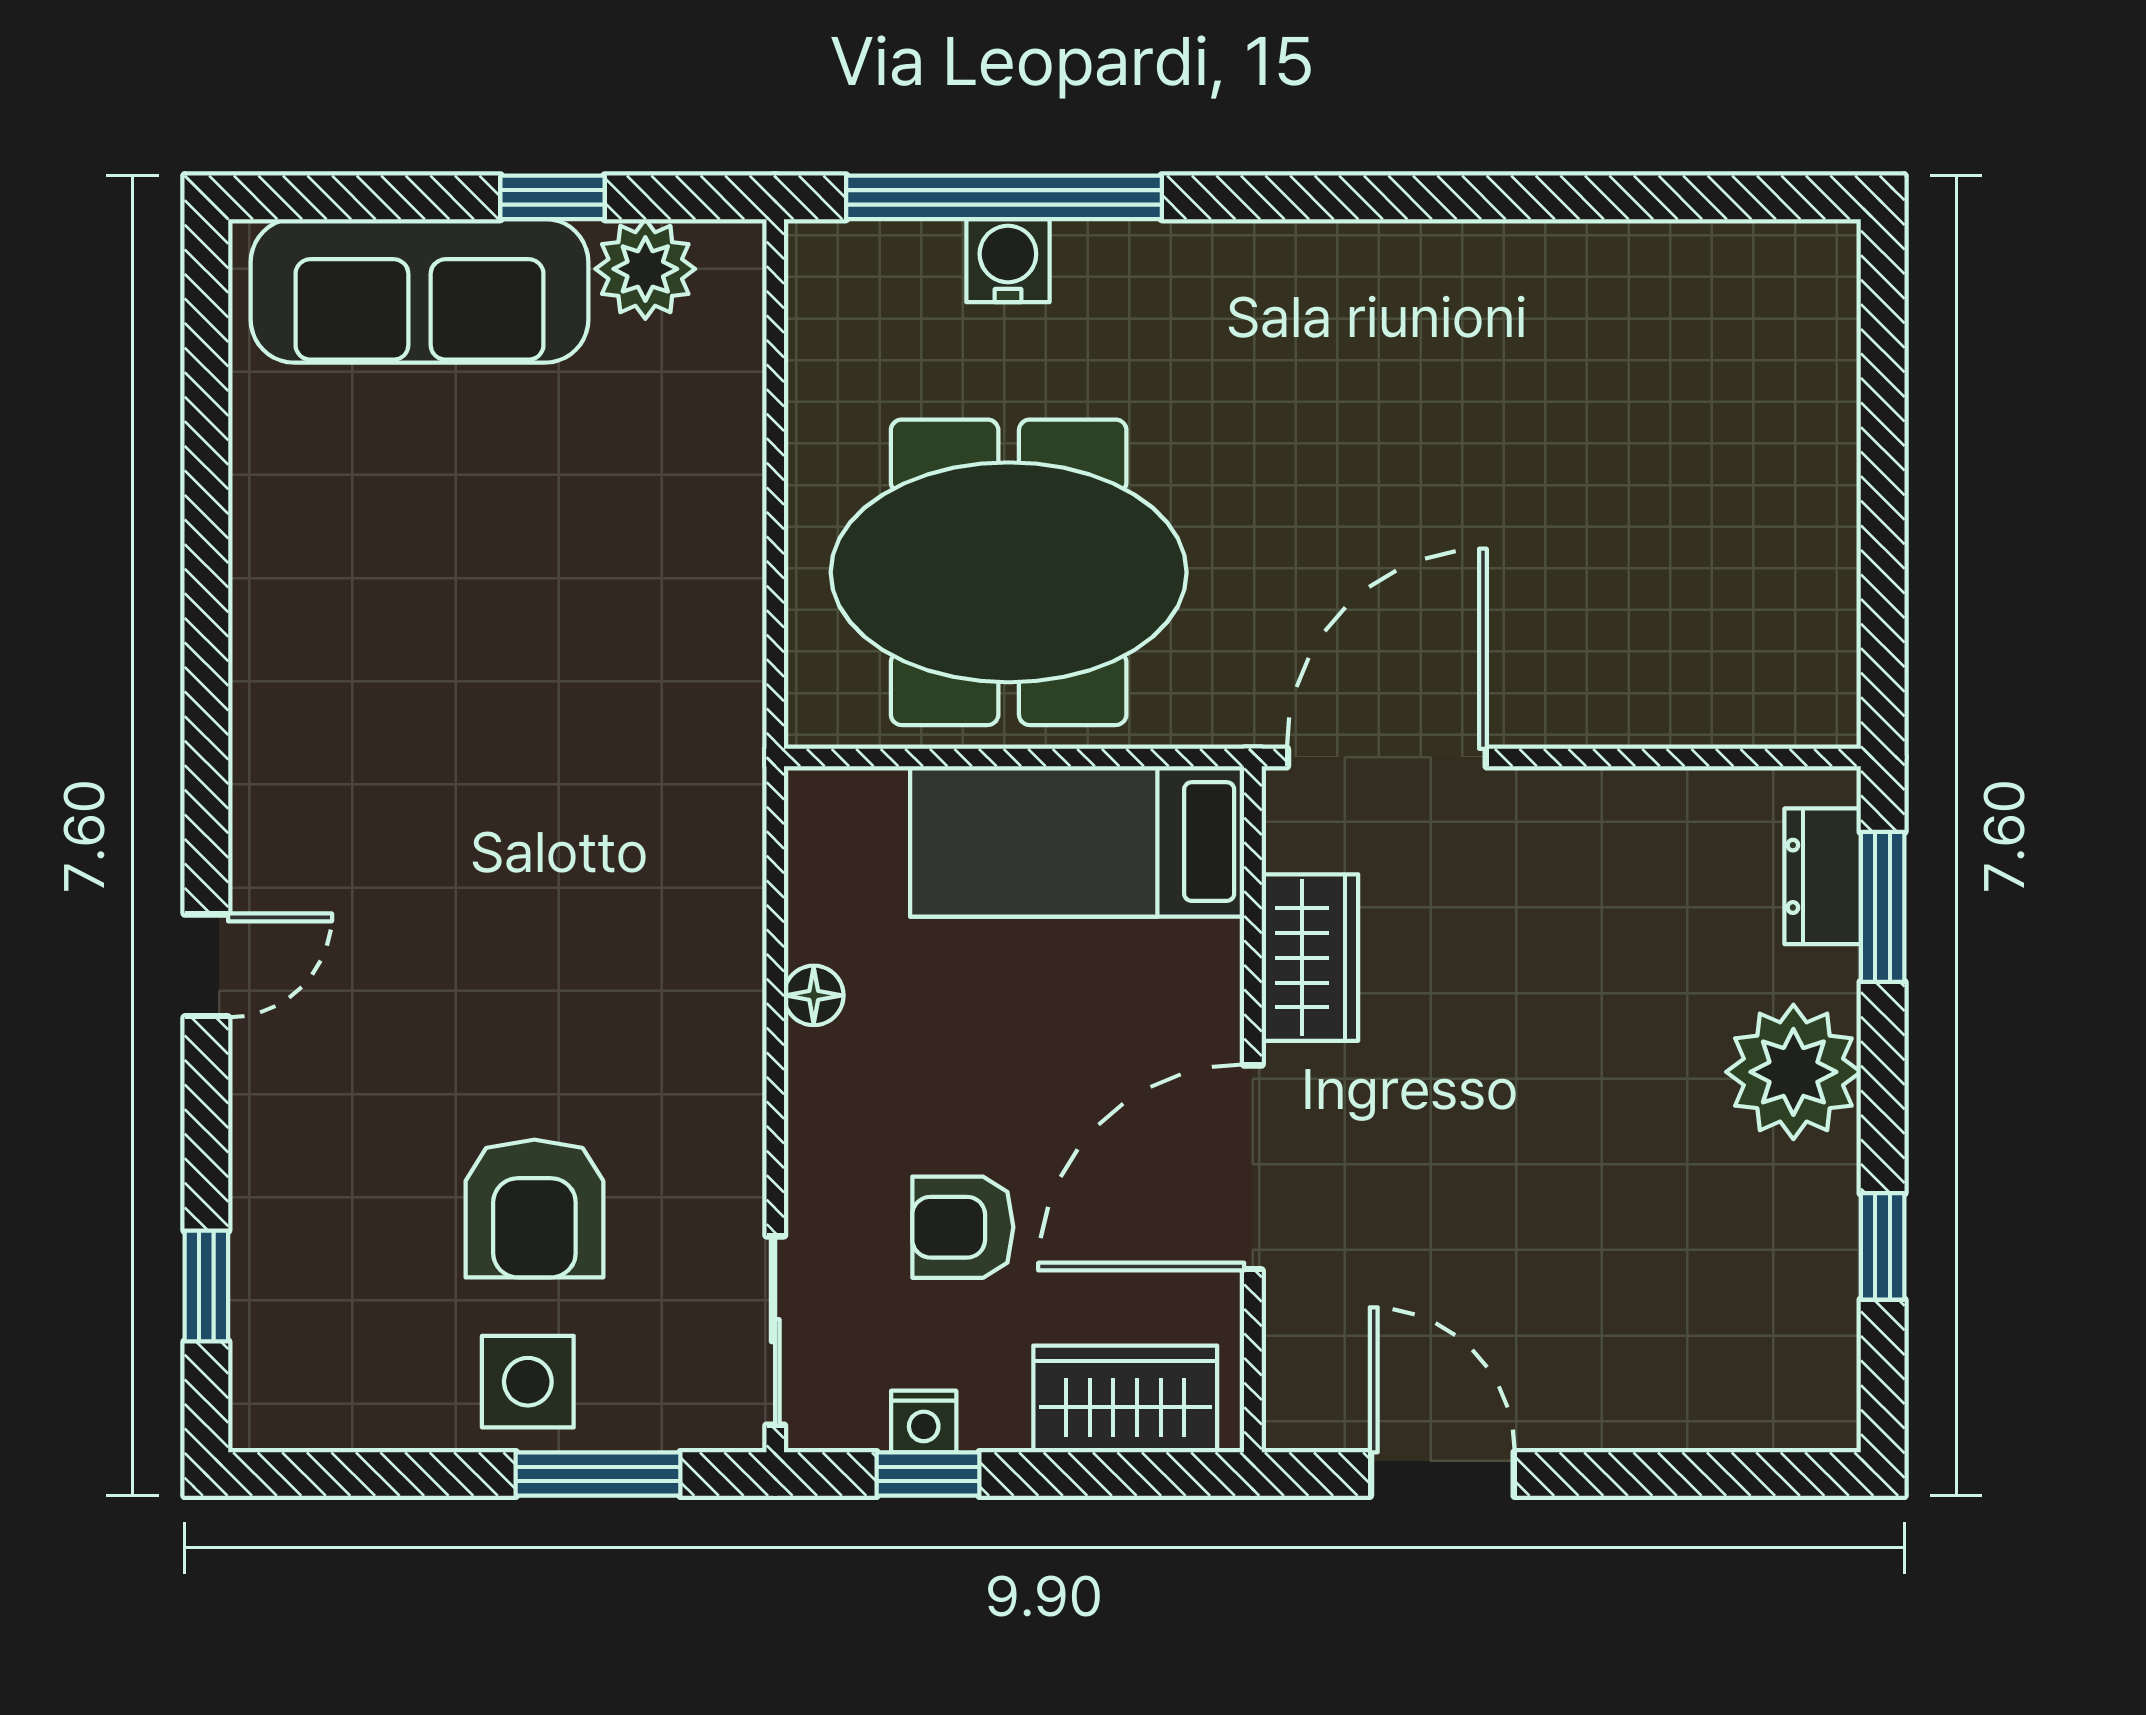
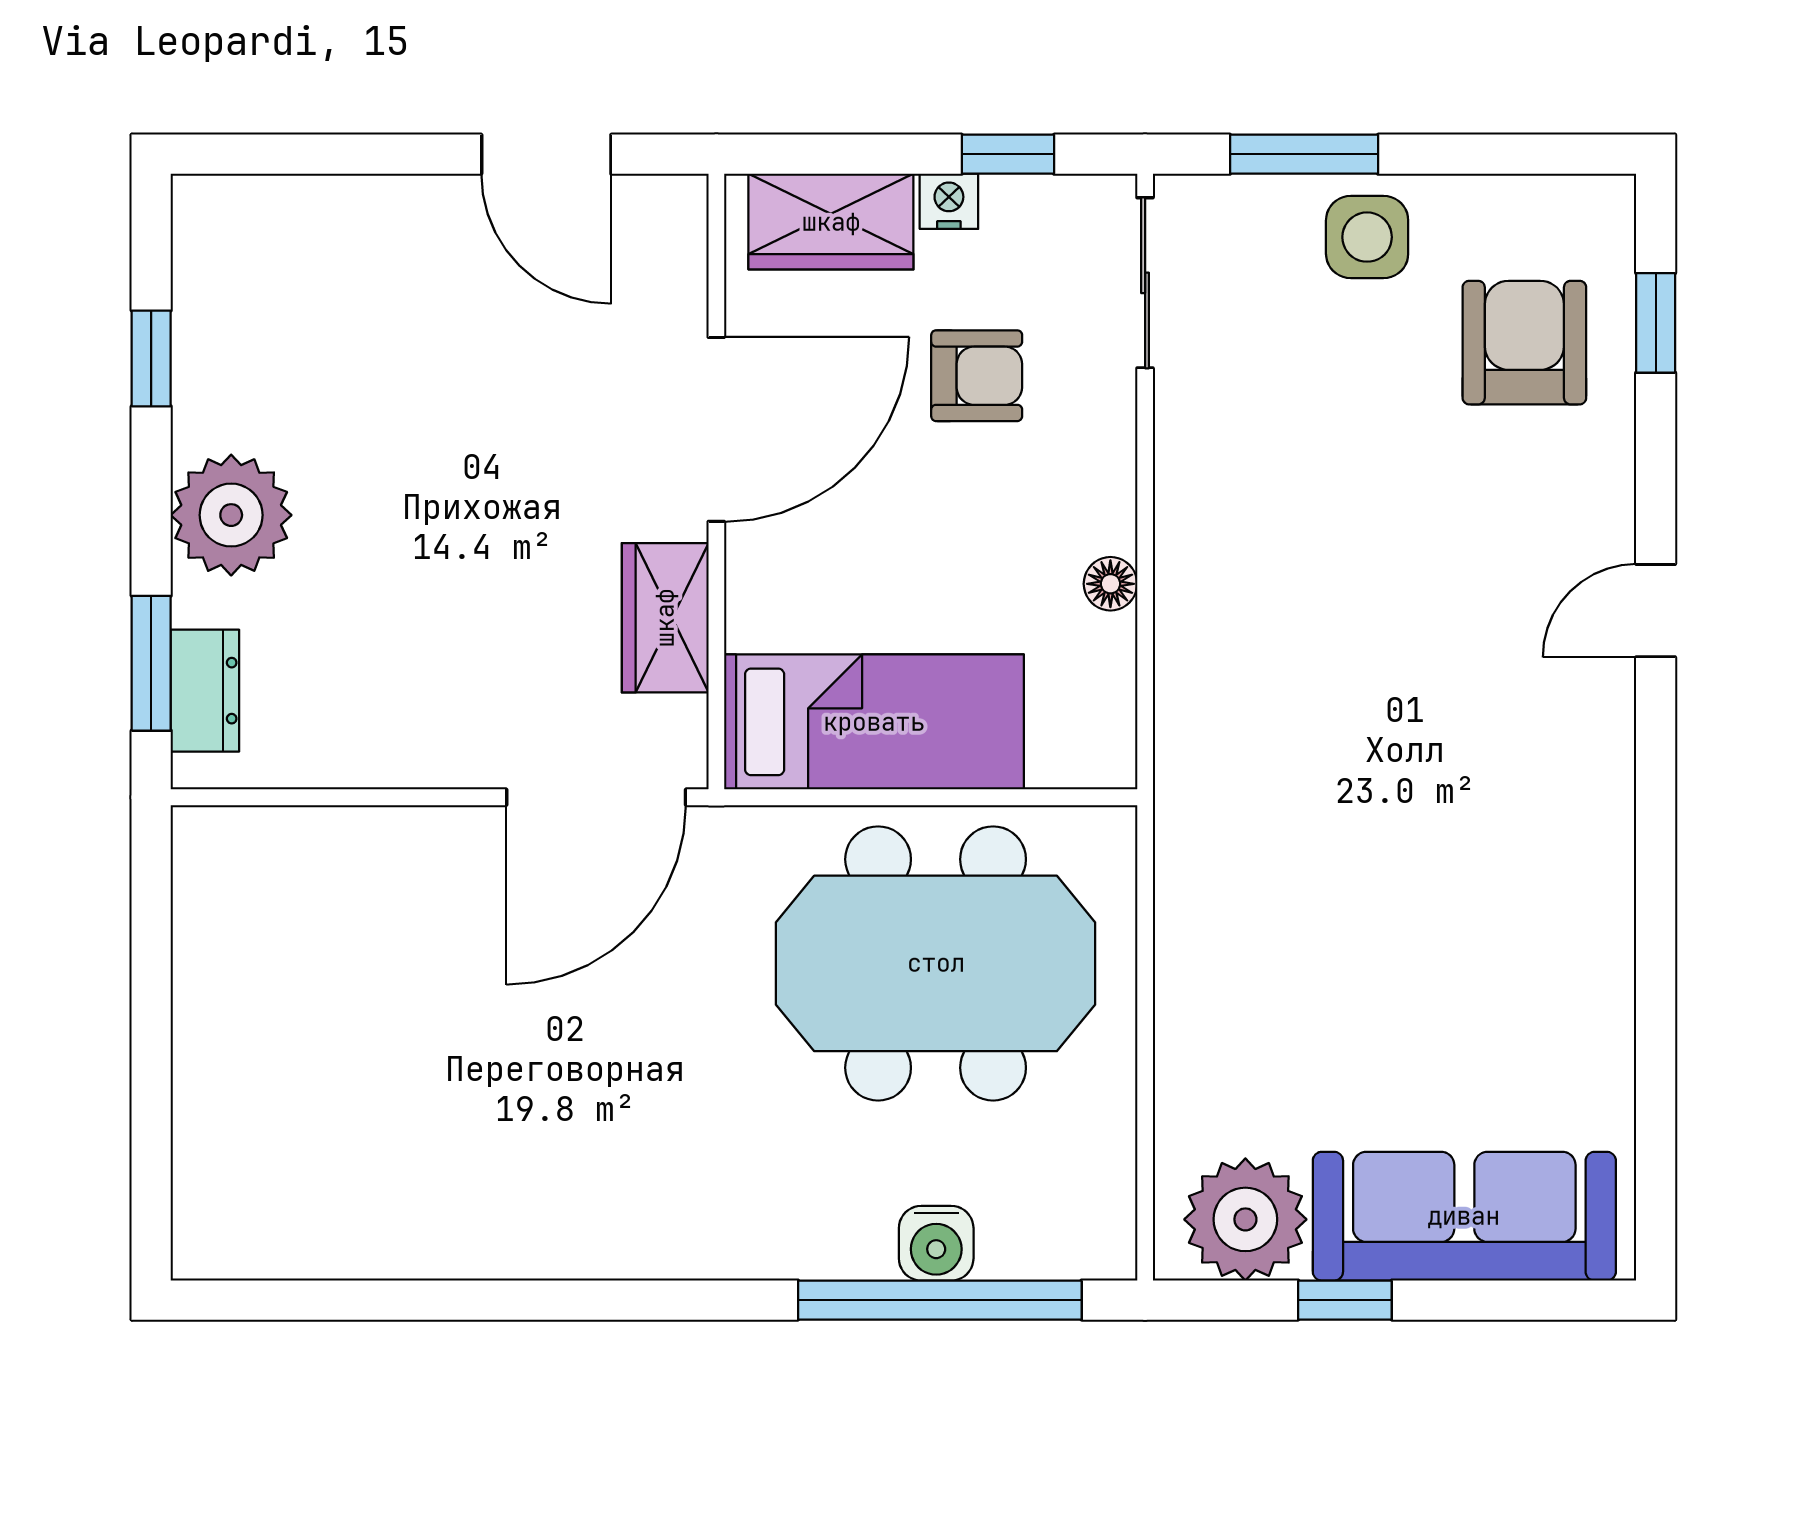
plant: (645, 269) -> (1245, 1219), width x1.36, depth x1.36
armchair: (534, 1209) -> (1524, 343), moved
nightstand: (924, 1421) -> (949, 201), moved

